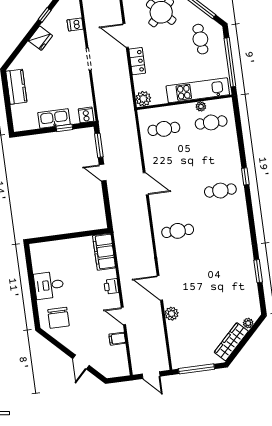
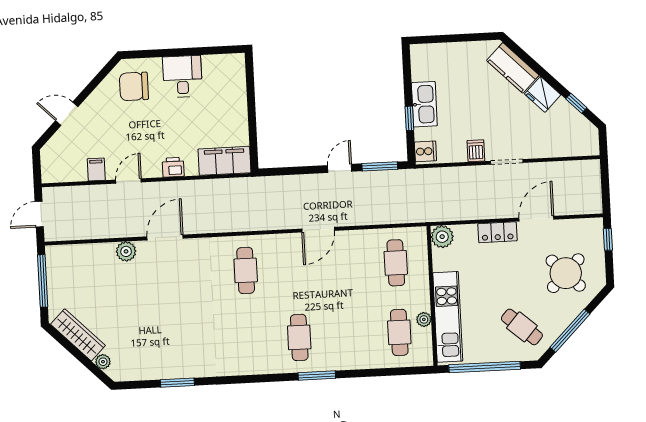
dishwasher: (75, 24) -> (476, 151), moved
cafe table: (200, 39) -> (522, 327), turned 46
kitchen counter: (16, 87) -> (513, 68), moved, turned 45
window: (245, 176) -> (317, 376), width x1.50

